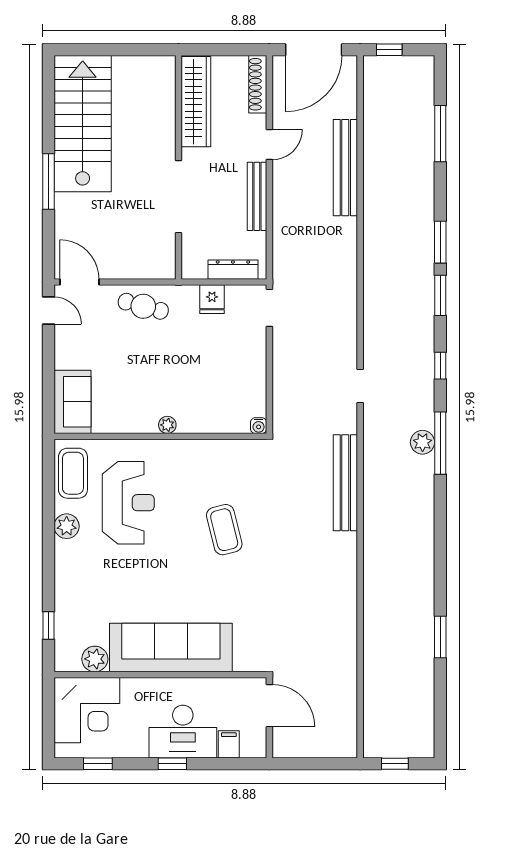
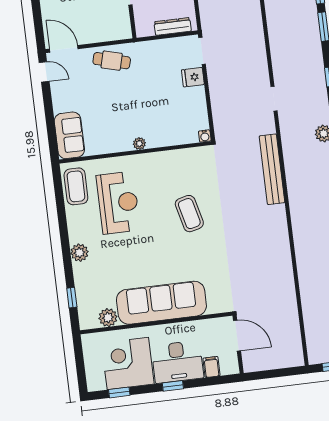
fridge: (212, 299) -> (193, 77), moved, turned 90
plant: (67, 526) -> (79, 253), moved
corner desk: (87, 710) -> (128, 363), moved, turned 180

